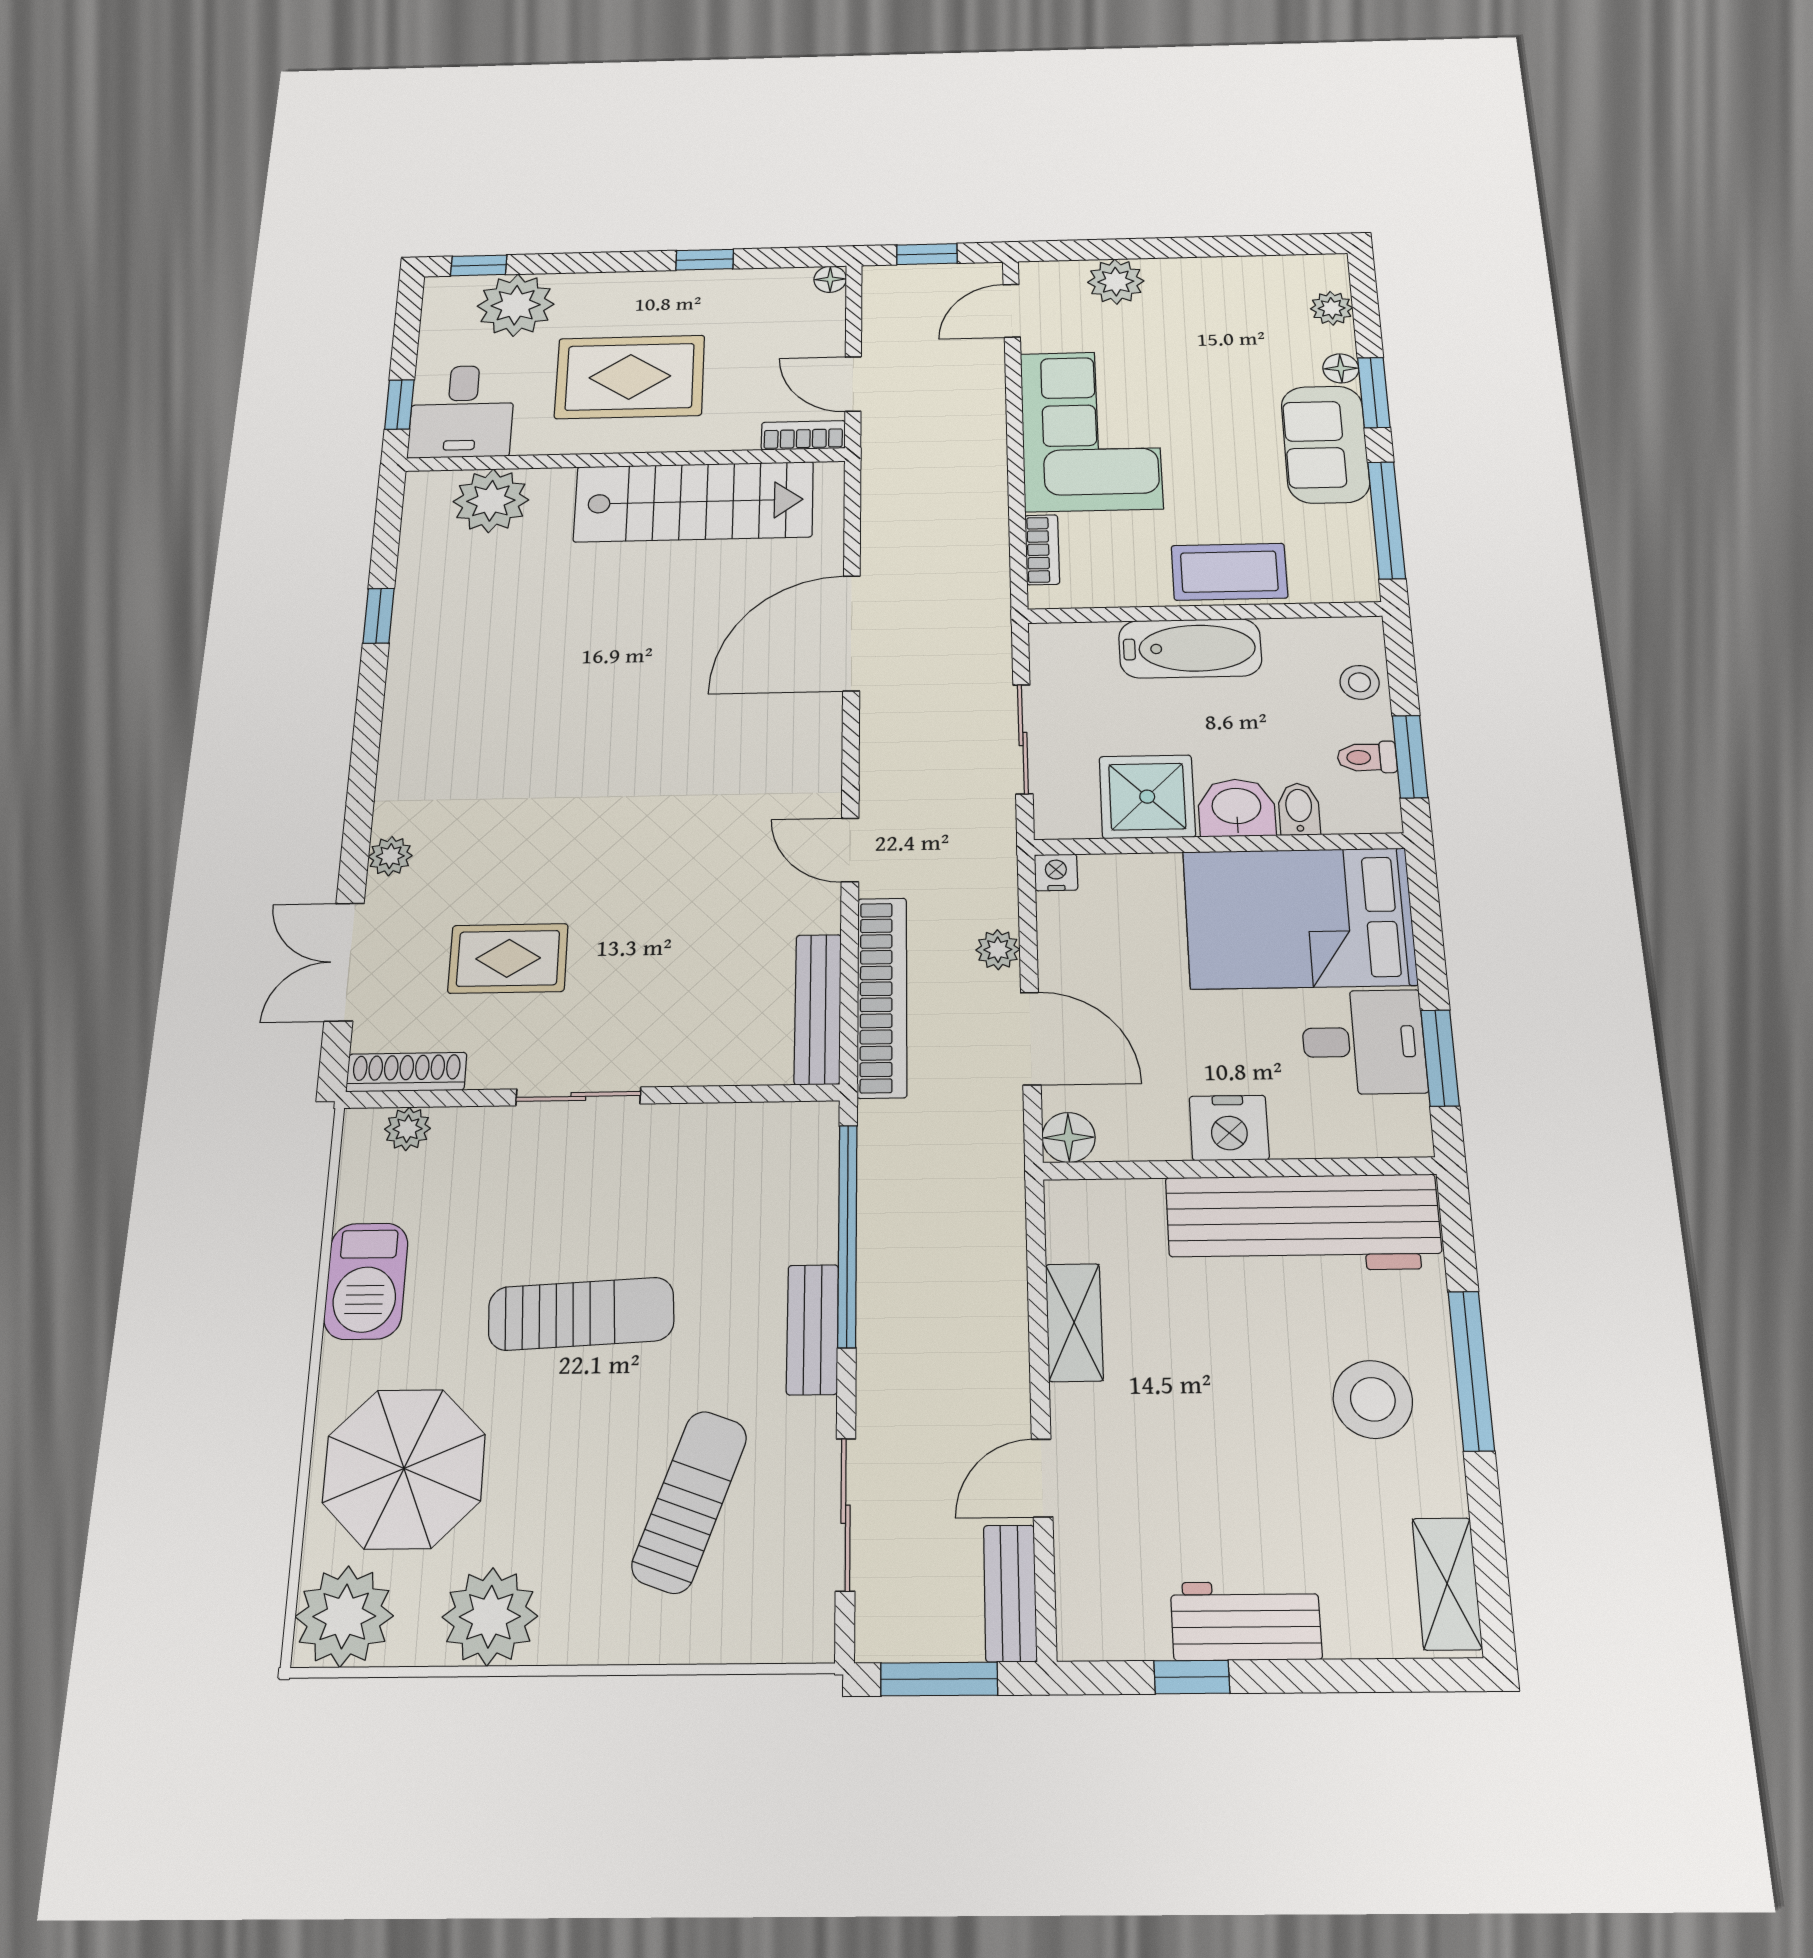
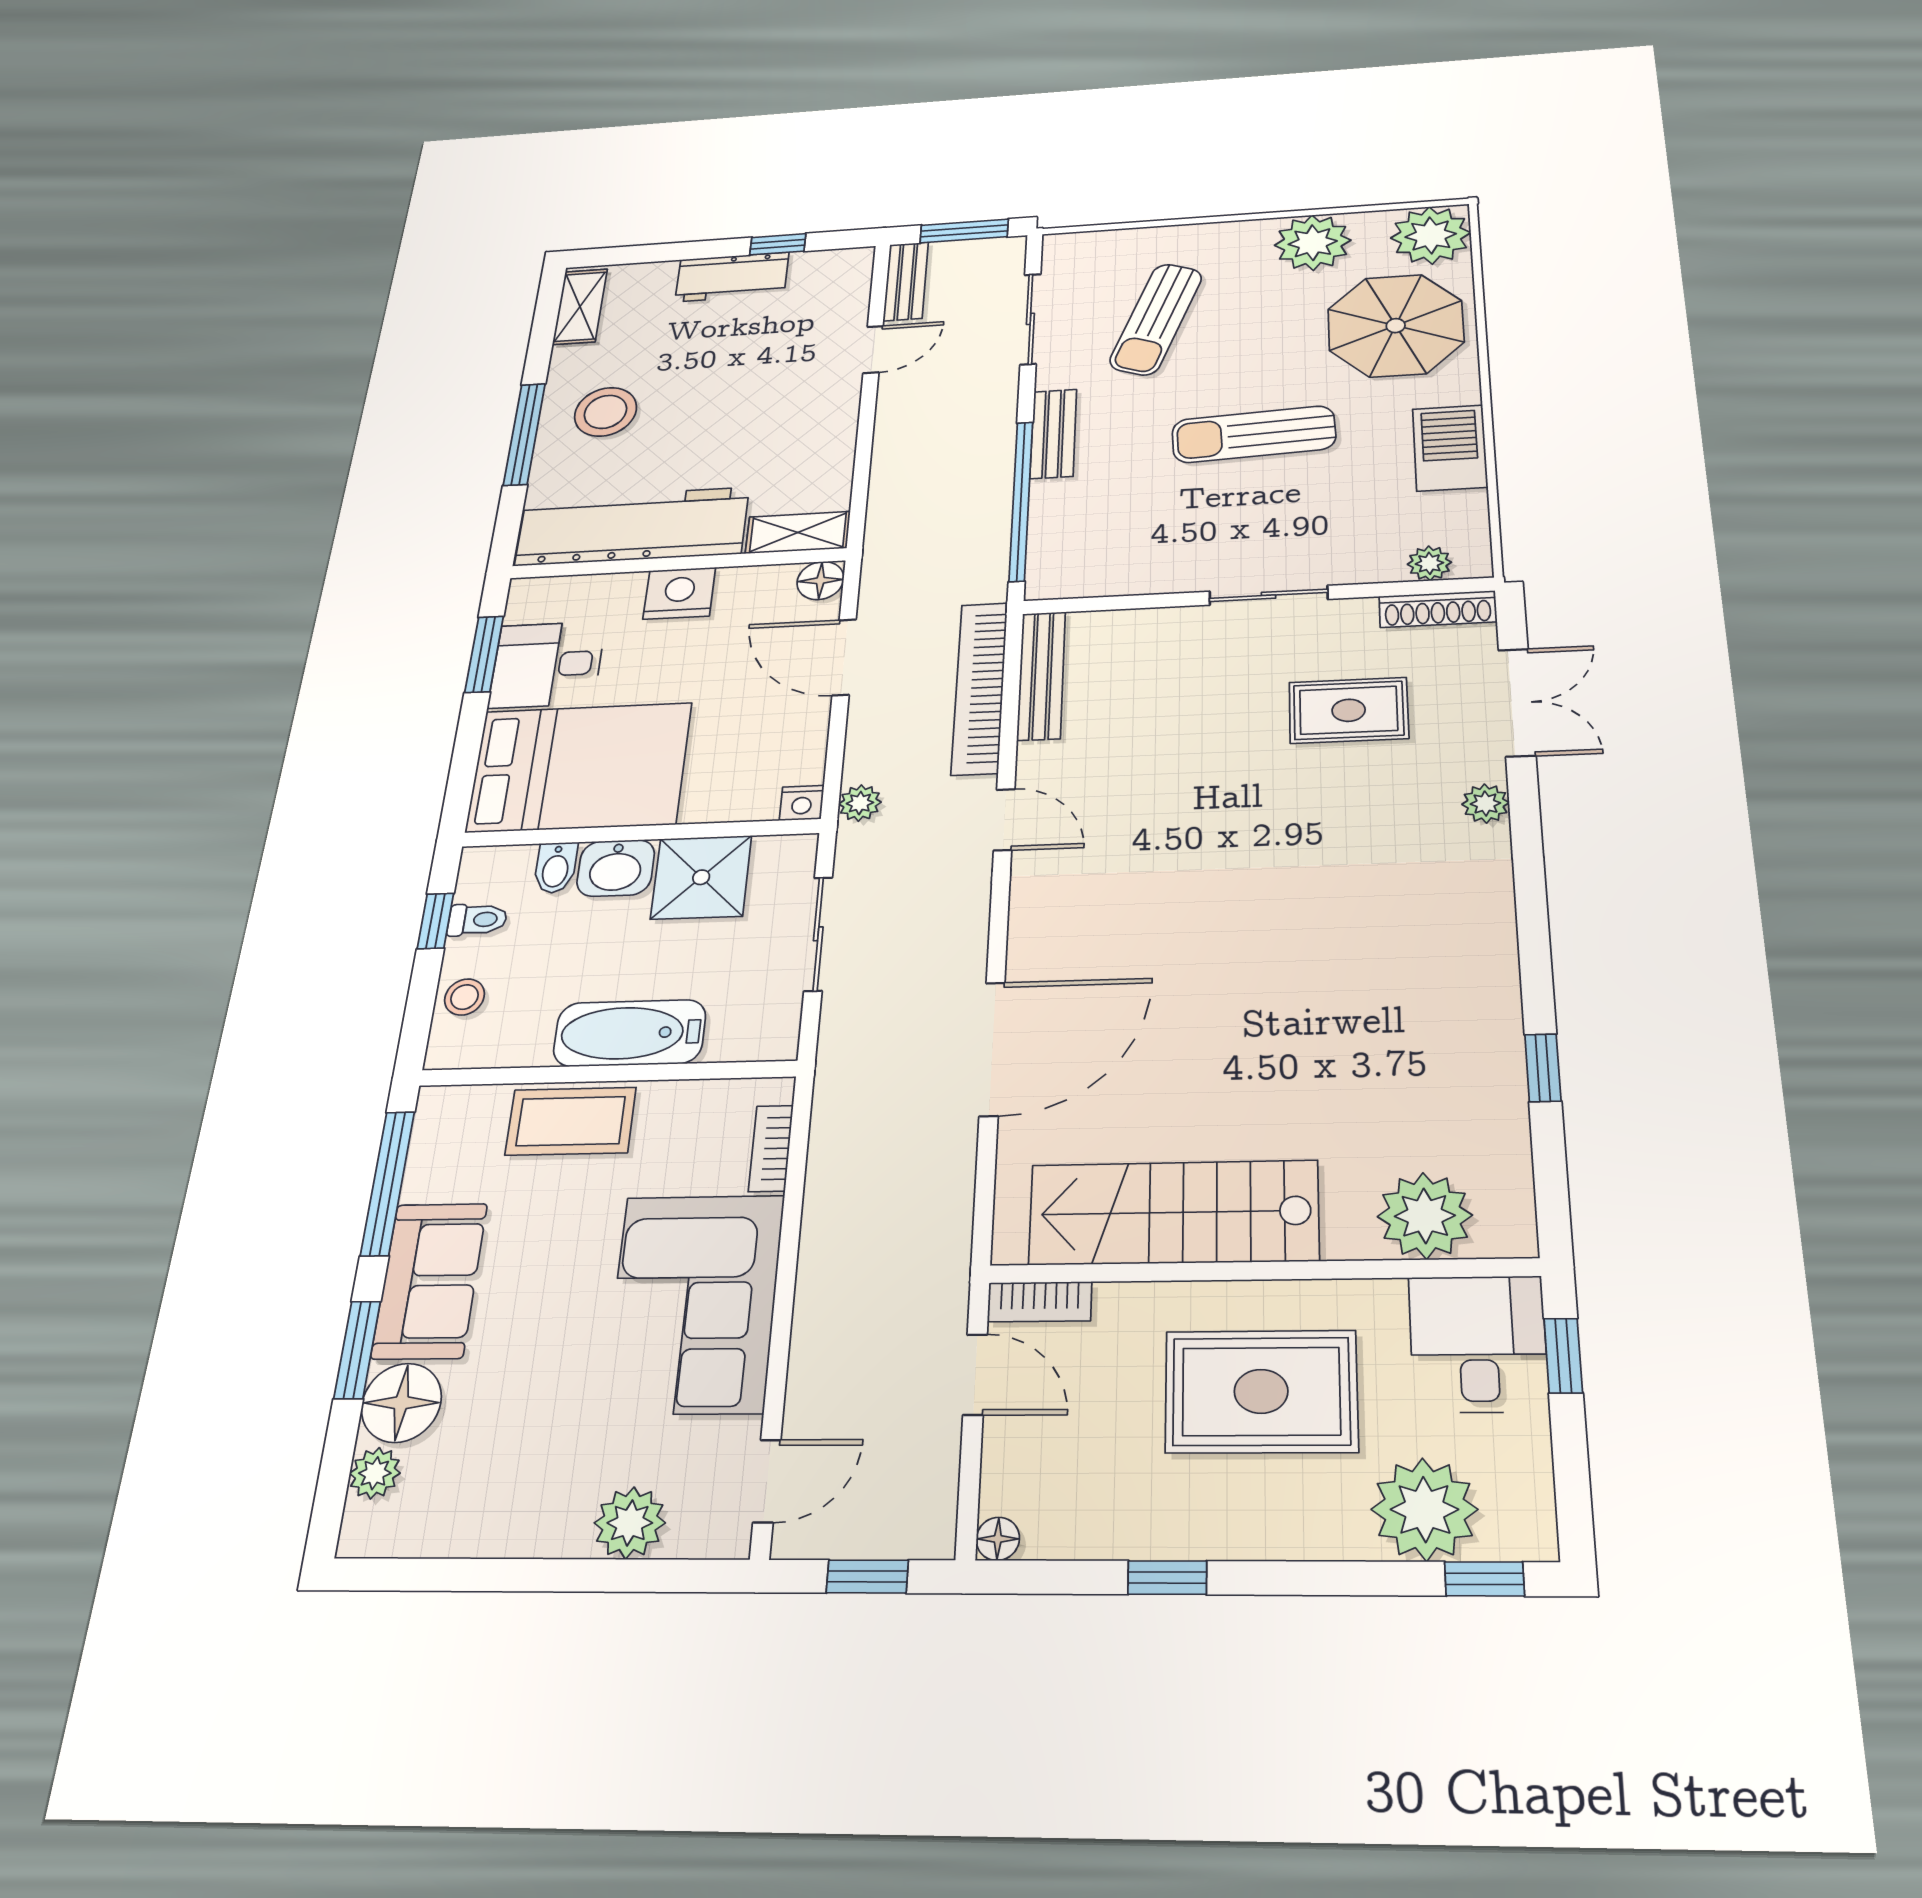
floor lamp: (1341, 368) -> (401, 1403), width x1.89, depth x1.89
window: (1410, 757) -> (435, 921), width x0.67
plant: (998, 950) -> (860, 803), moved
shelving: (1074, 1322) -> (798, 532), moved, turned 90

